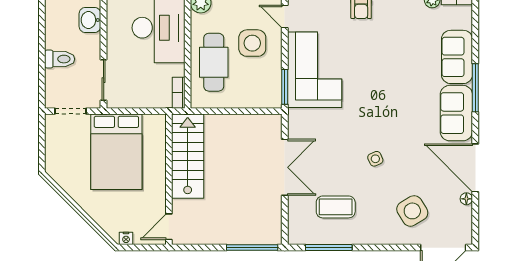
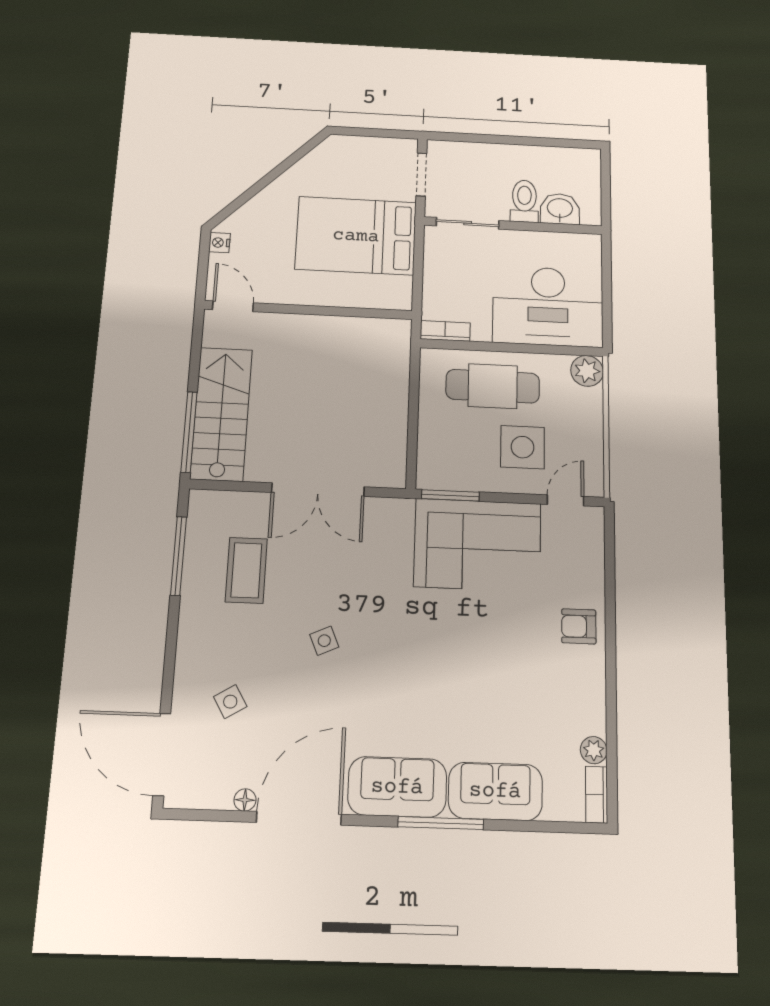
toilet: (60, 59) -> (524, 201), moved, turned 180
stairs: (188, 156) -> (221, 414), moved, turned -90
side table: (412, 211) -> (230, 702), width x0.54, depth x0.54

